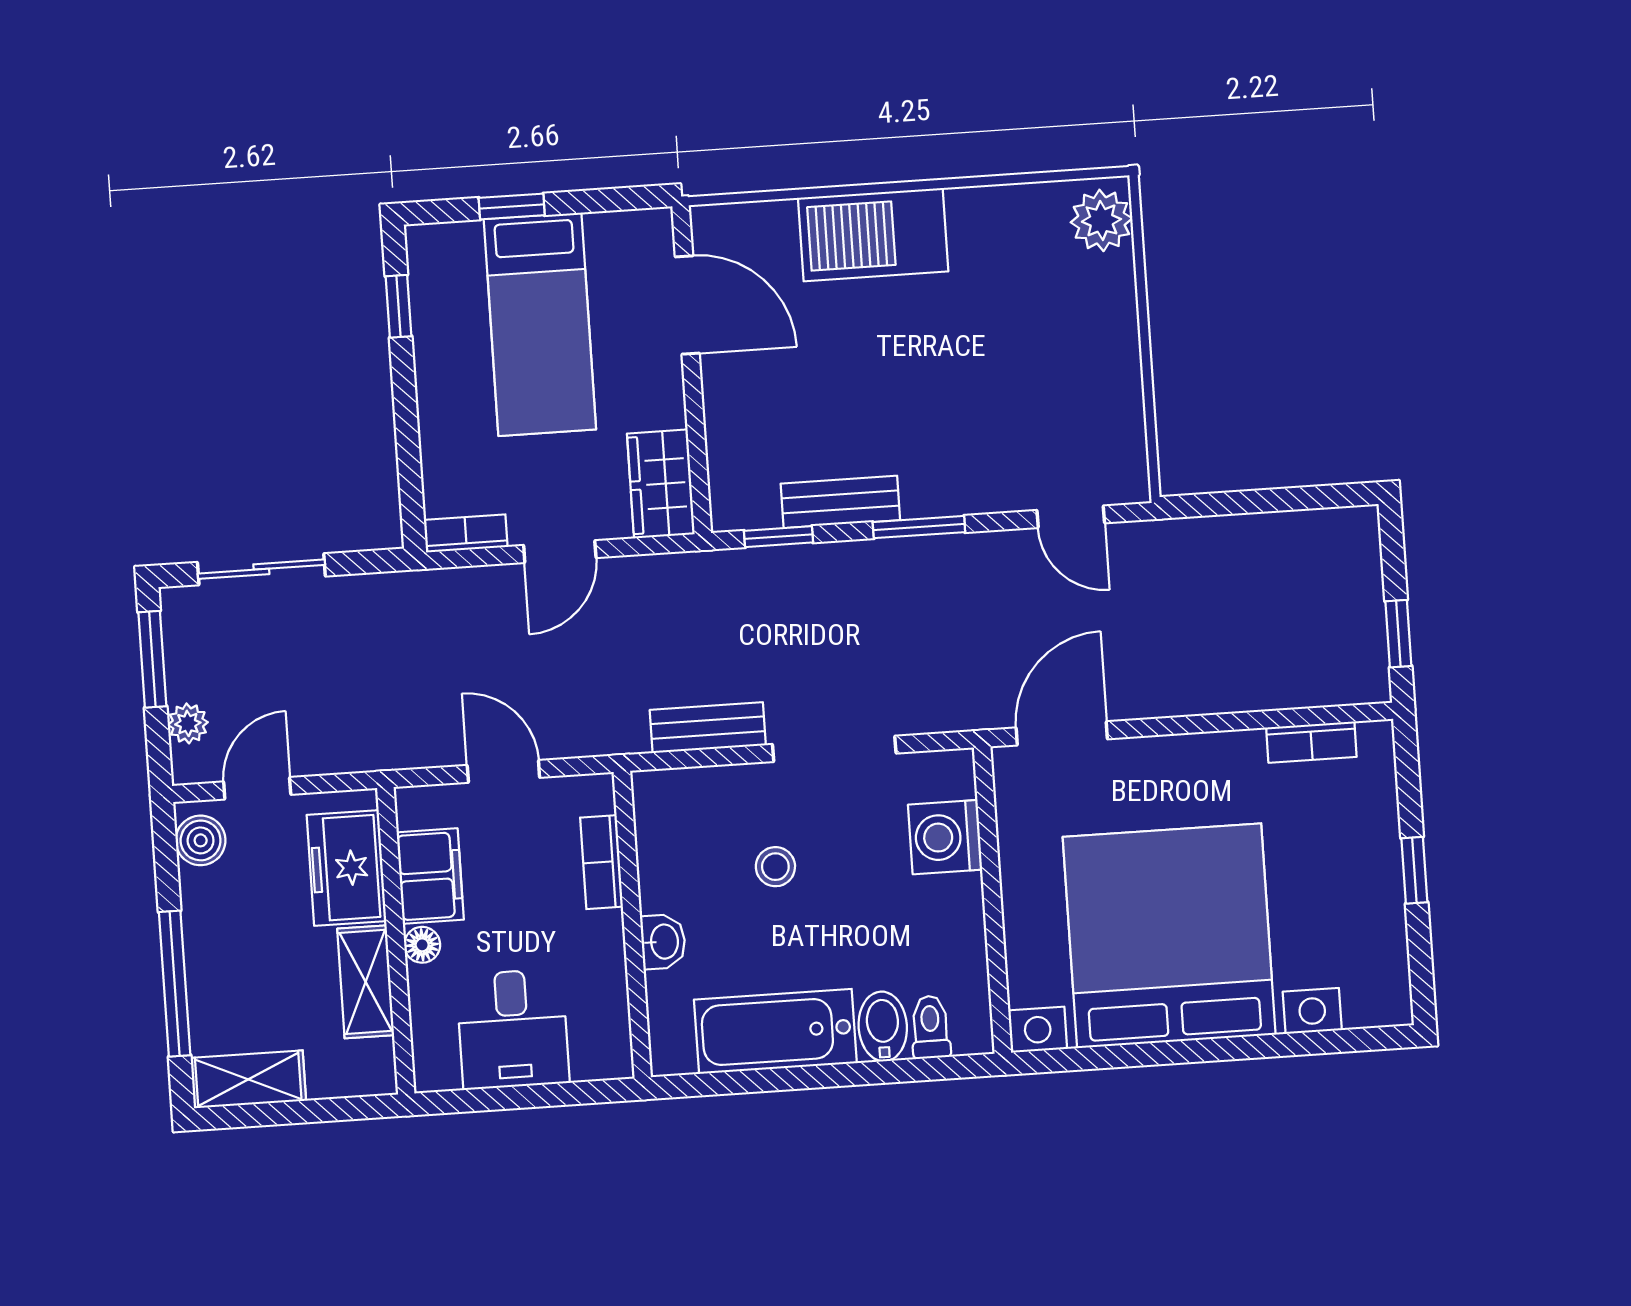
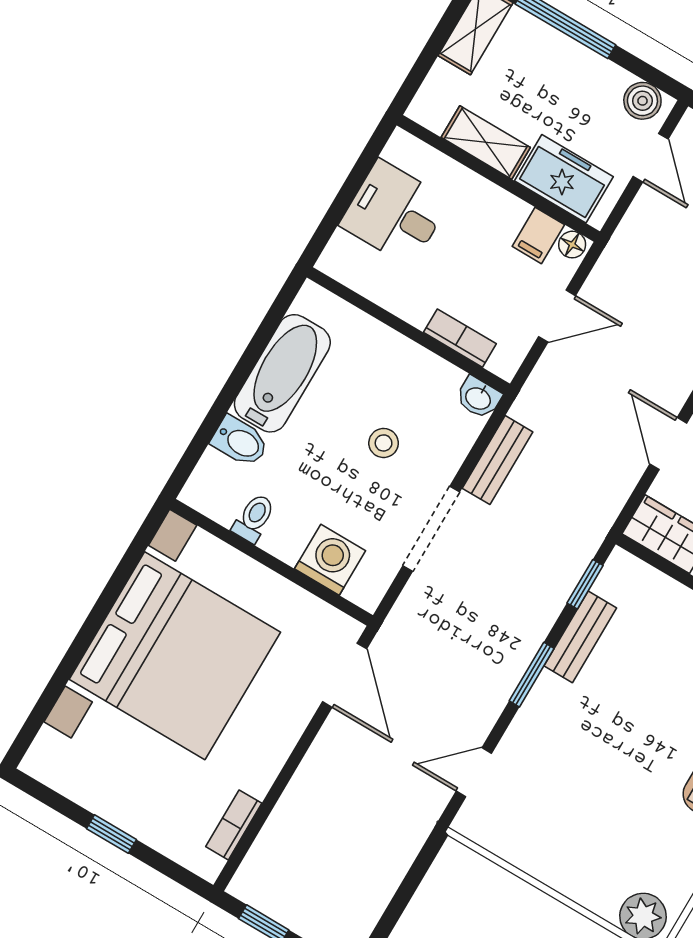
filing cabinet: (430, 876) -> (538, 236), width x0.50
washbasin: (663, 942) -> (479, 398), moved
floor lamp: (422, 945) -> (572, 245), moved
toilet: (930, 1027) -> (254, 518), moved, turned -90

